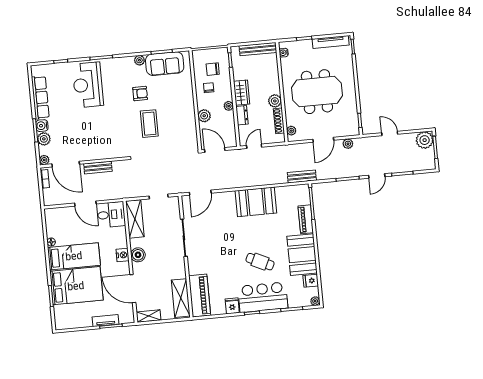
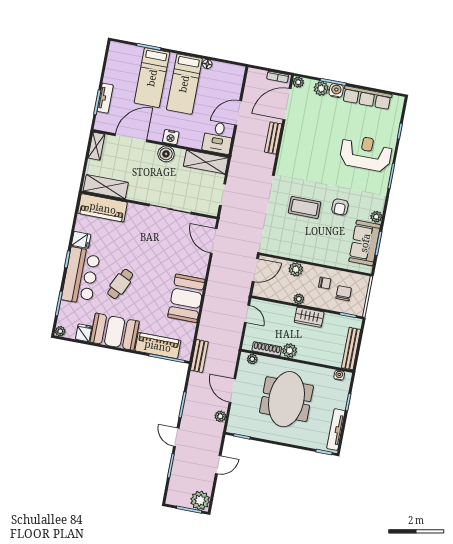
dresser: (242, 115) -> (284, 310), removed
piano: (306, 219) -> (158, 346), width x1.37, depth x1.33
bed: (76, 286) -> (152, 78), width x0.67

